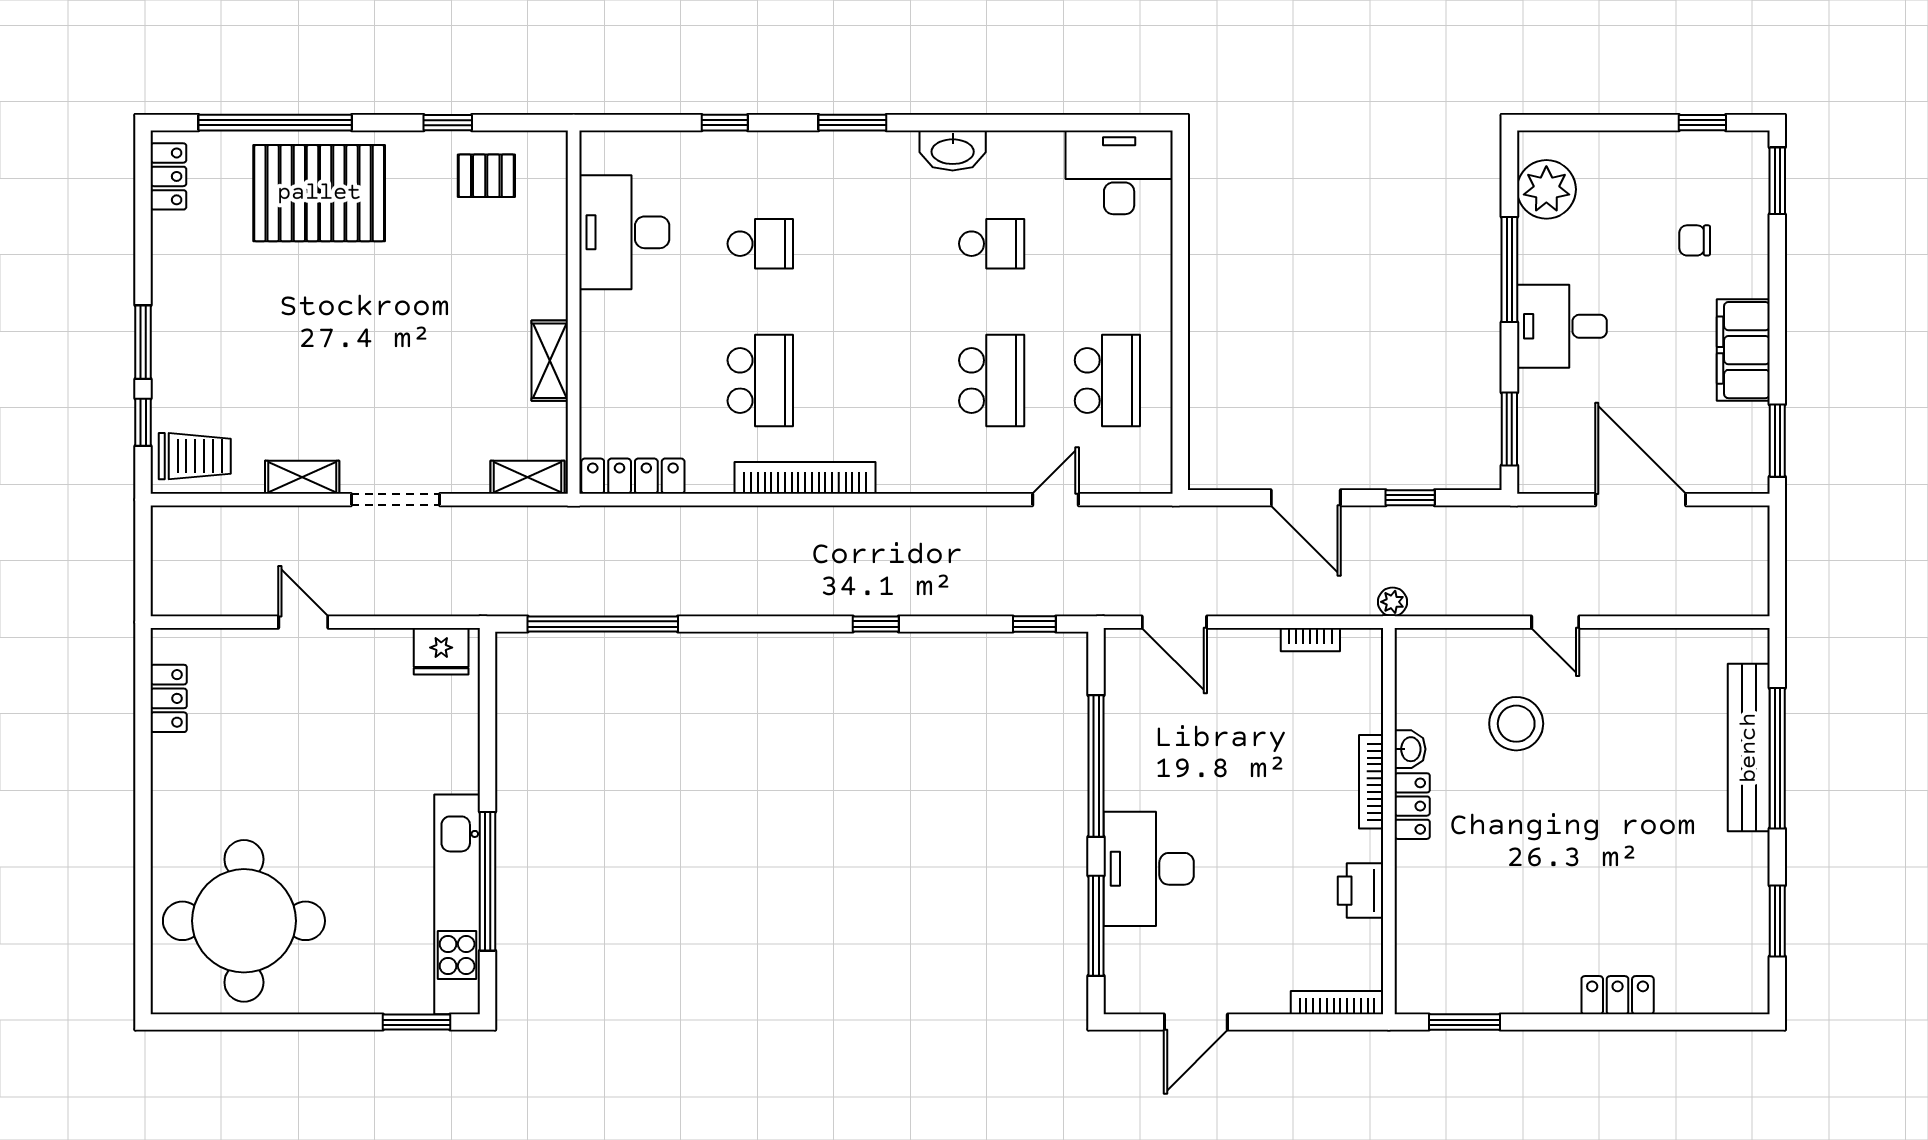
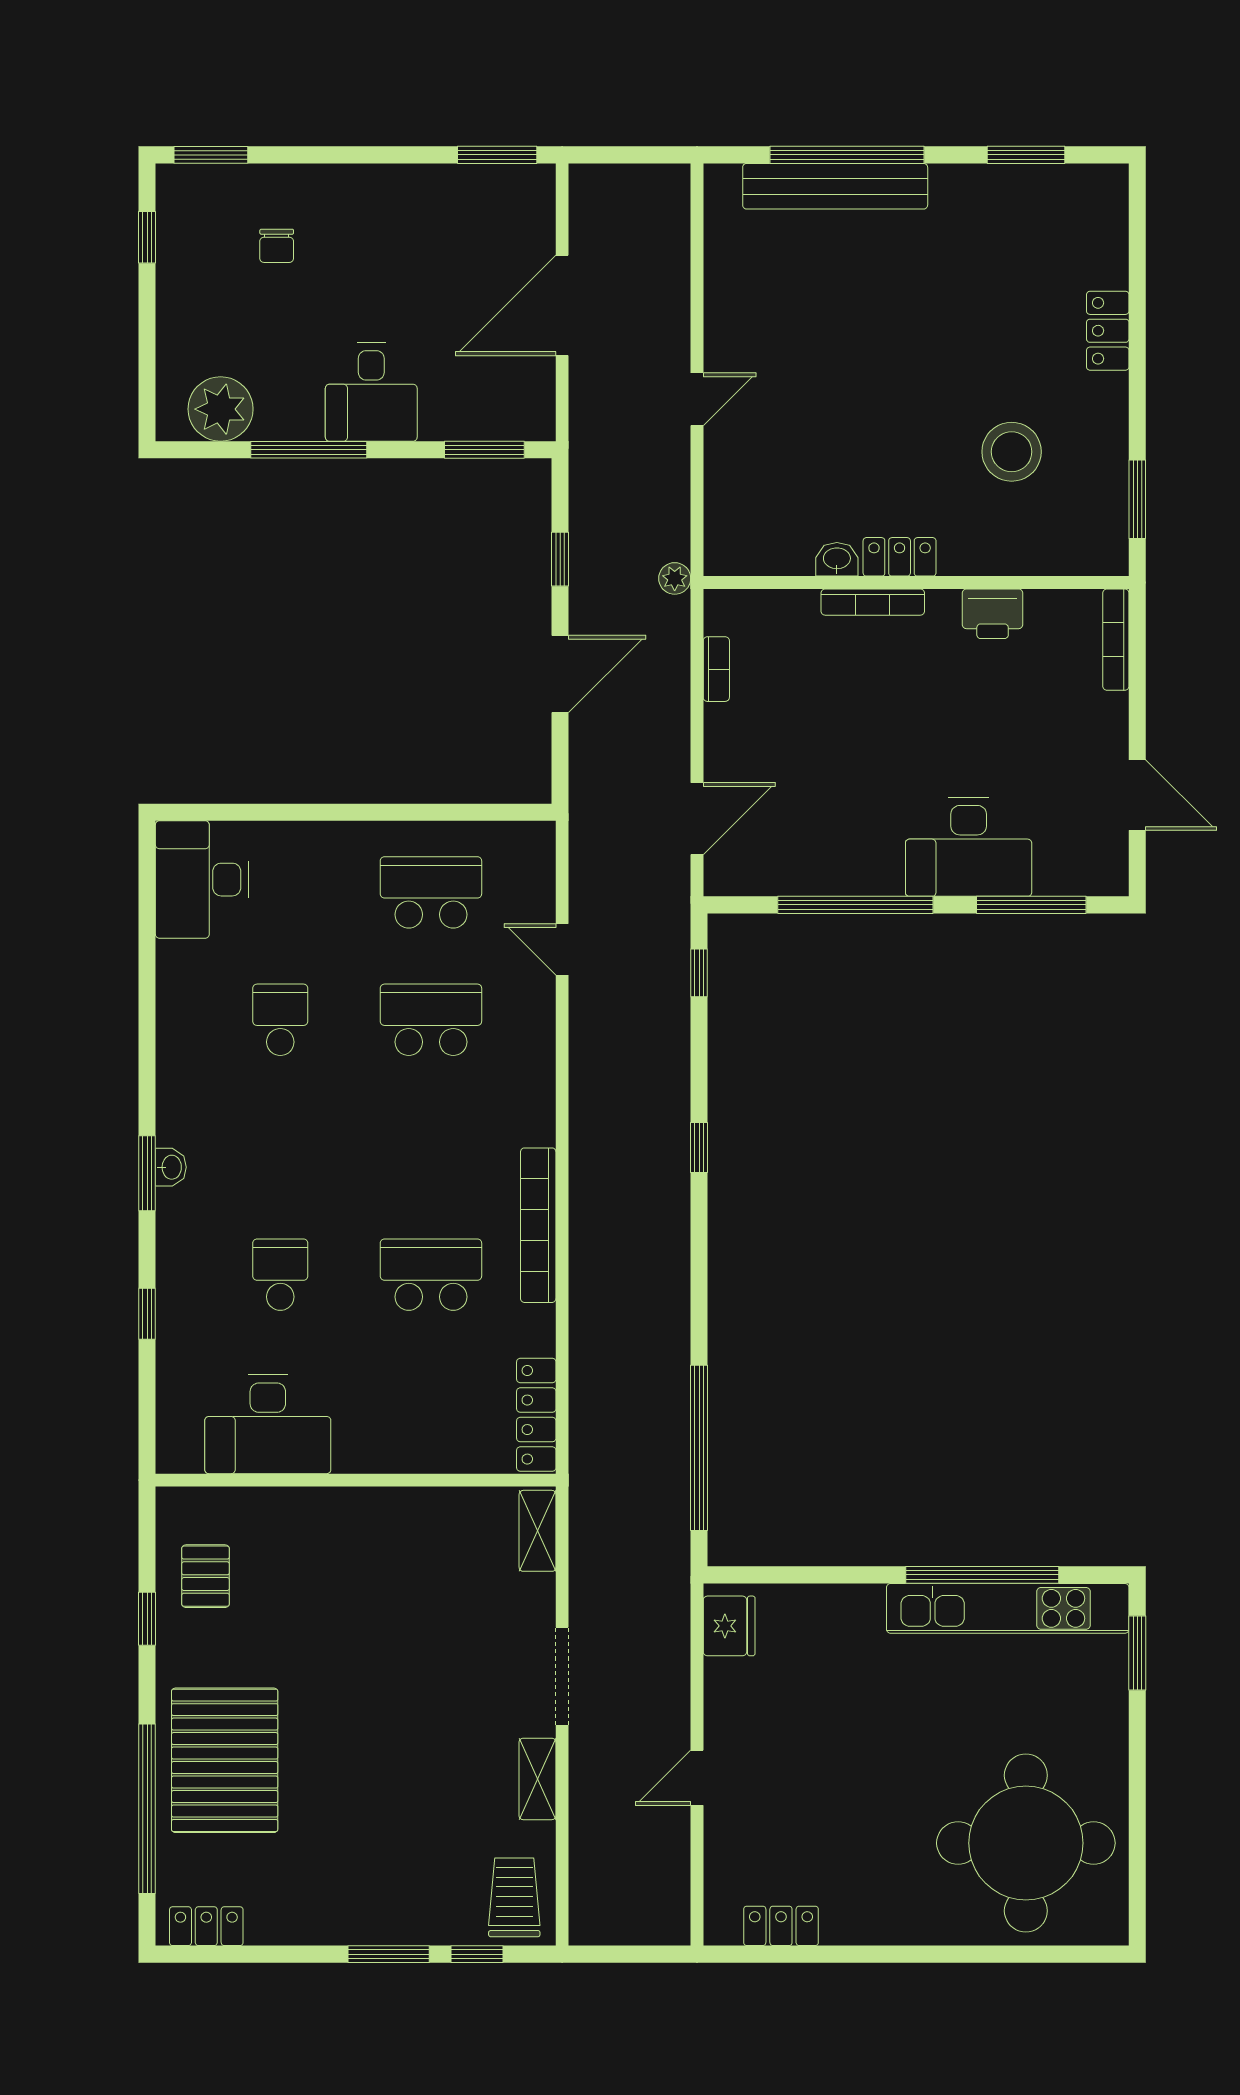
washbasin: (953, 150) -> (171, 1167), moved, width x0.52, depth x0.69
filing cabinet: (1743, 350) -> (397, 192), removed
shelving: (550, 361) -> (409, 1506), removed
stool: (1516, 724) -> (1012, 452), moved

